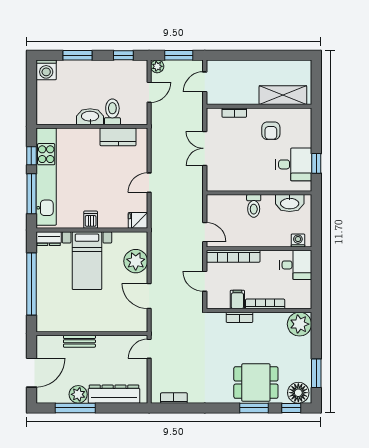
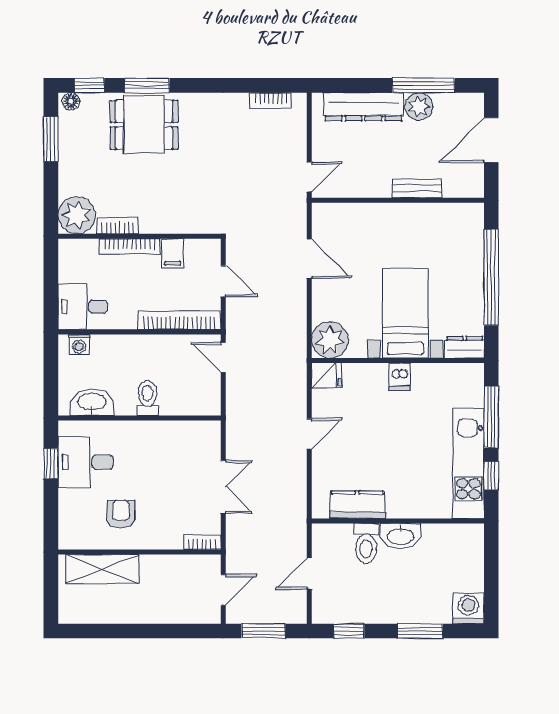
plant: (157, 66) -> (297, 614), removed
bookcase: (234, 113) -> (202, 542), moved
kitchen unit: (46, 177) -> (468, 463), width x0.73
plant: (136, 261) -> (330, 340), moved
bookcase: (239, 317) -> (118, 226), moved
floor lamp: (298, 393) -> (71, 101), width x0.53, depth x0.53

